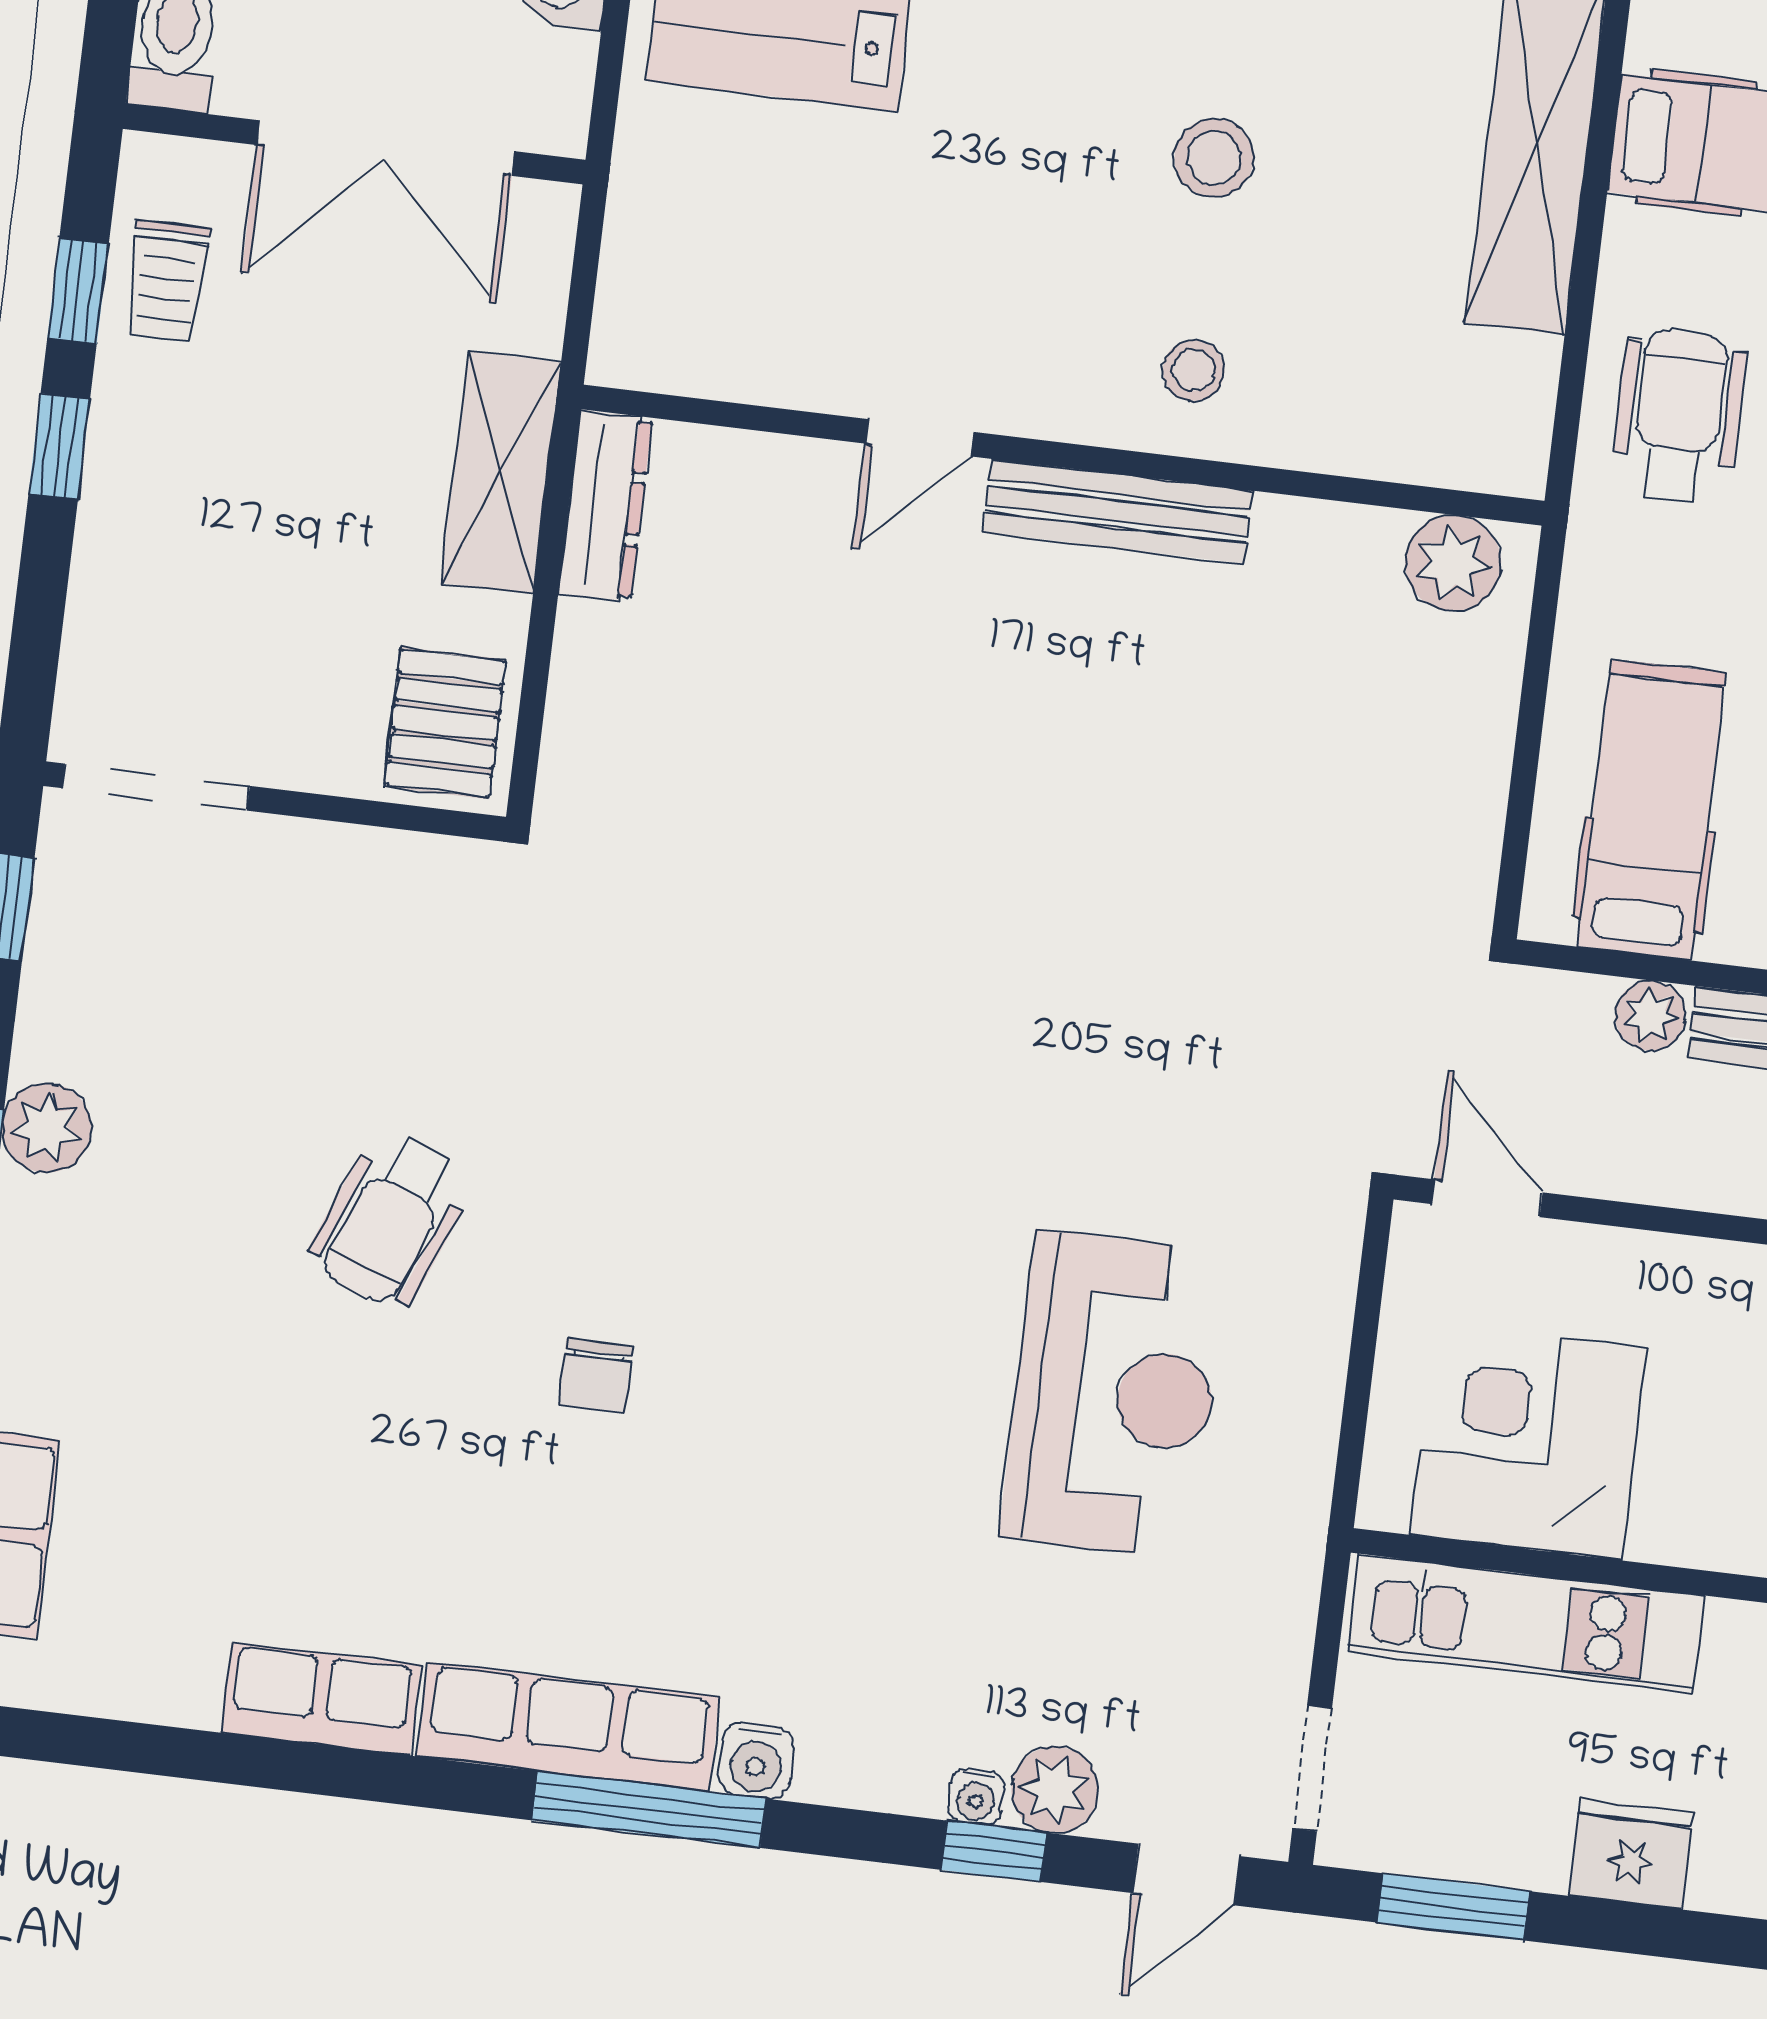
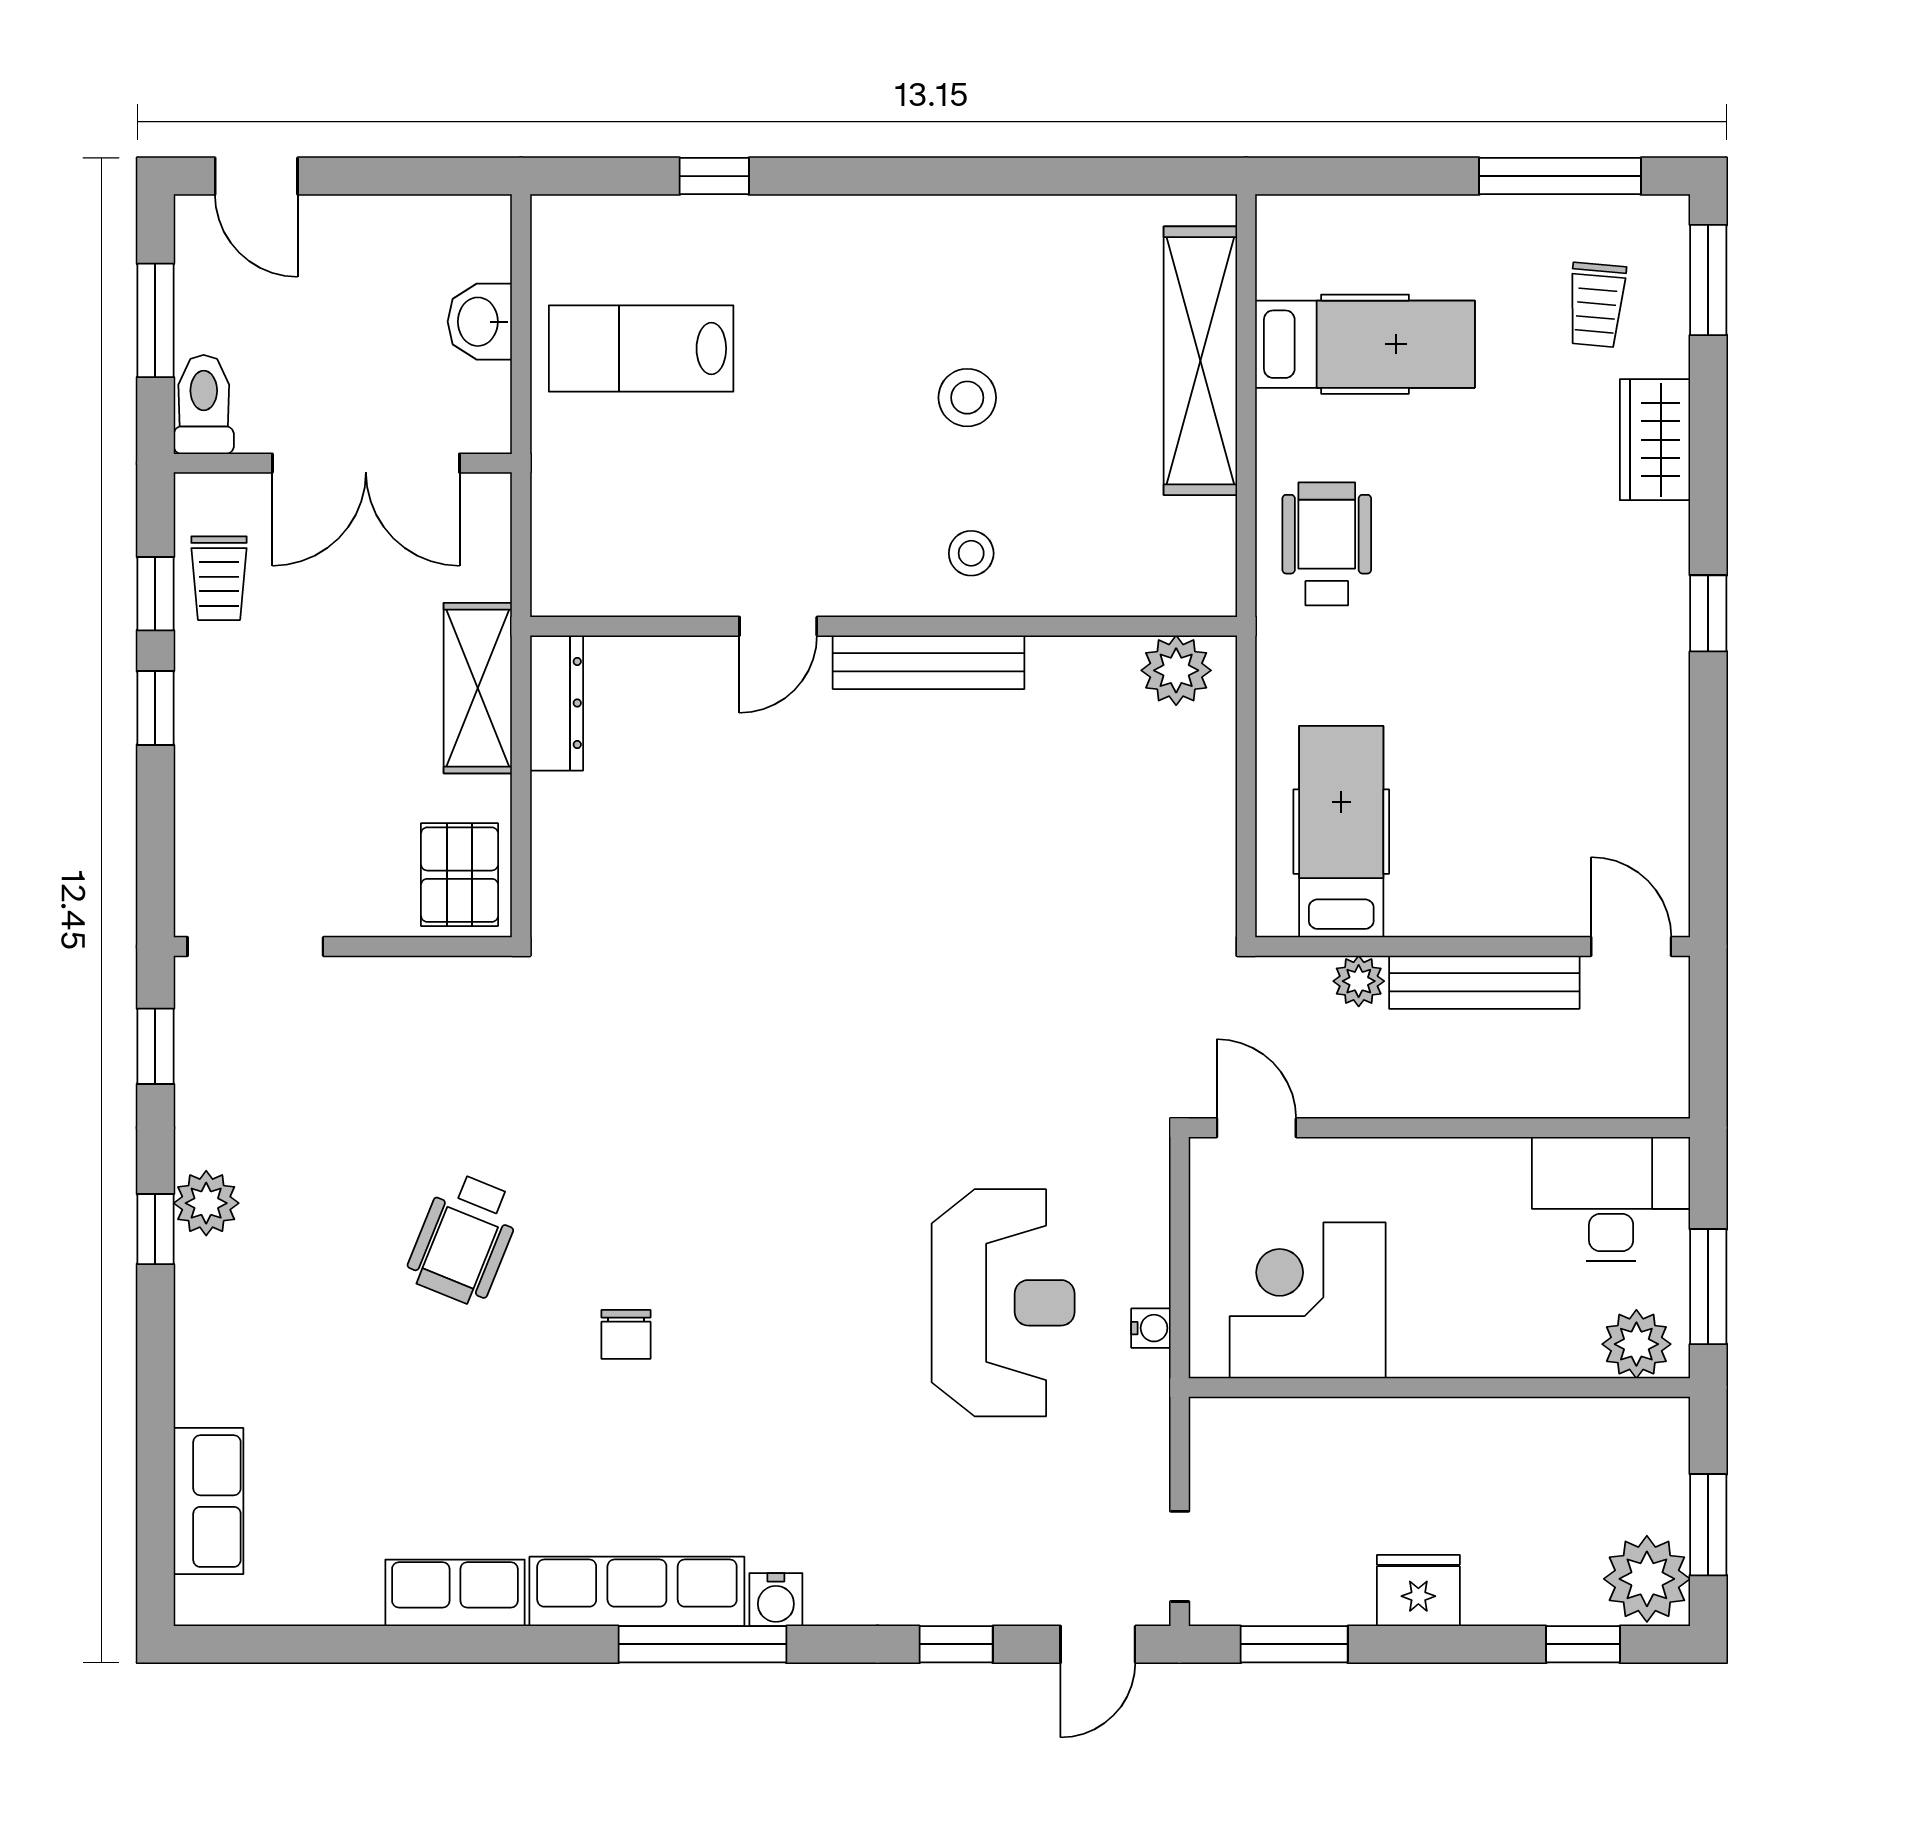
kitchen unit: (1526, 1623) -> (1322, 1432), removed
plant: (1055, 1790) -> (995, 1594), removed
water cooler: (976, 1797) -> (1151, 1328), moved, turned -90

